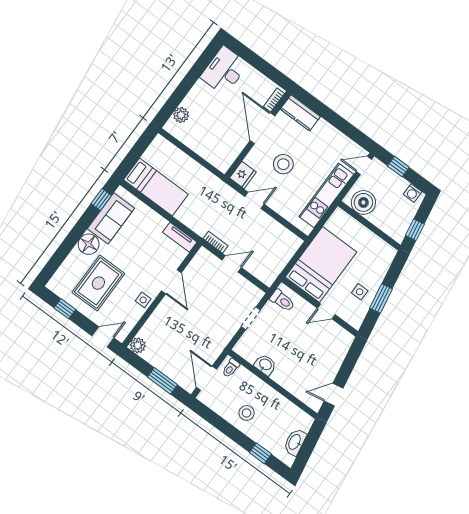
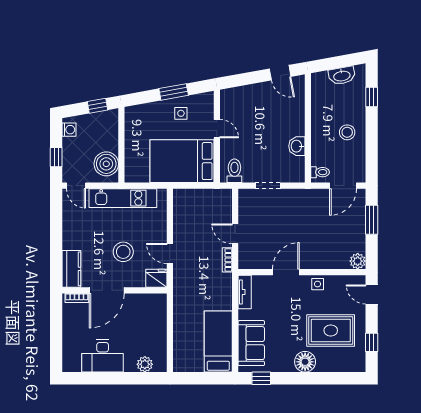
desk: (224, 71) -> (103, 356), moved
sofa: (111, 218) -> (251, 343), moved, turned 90

